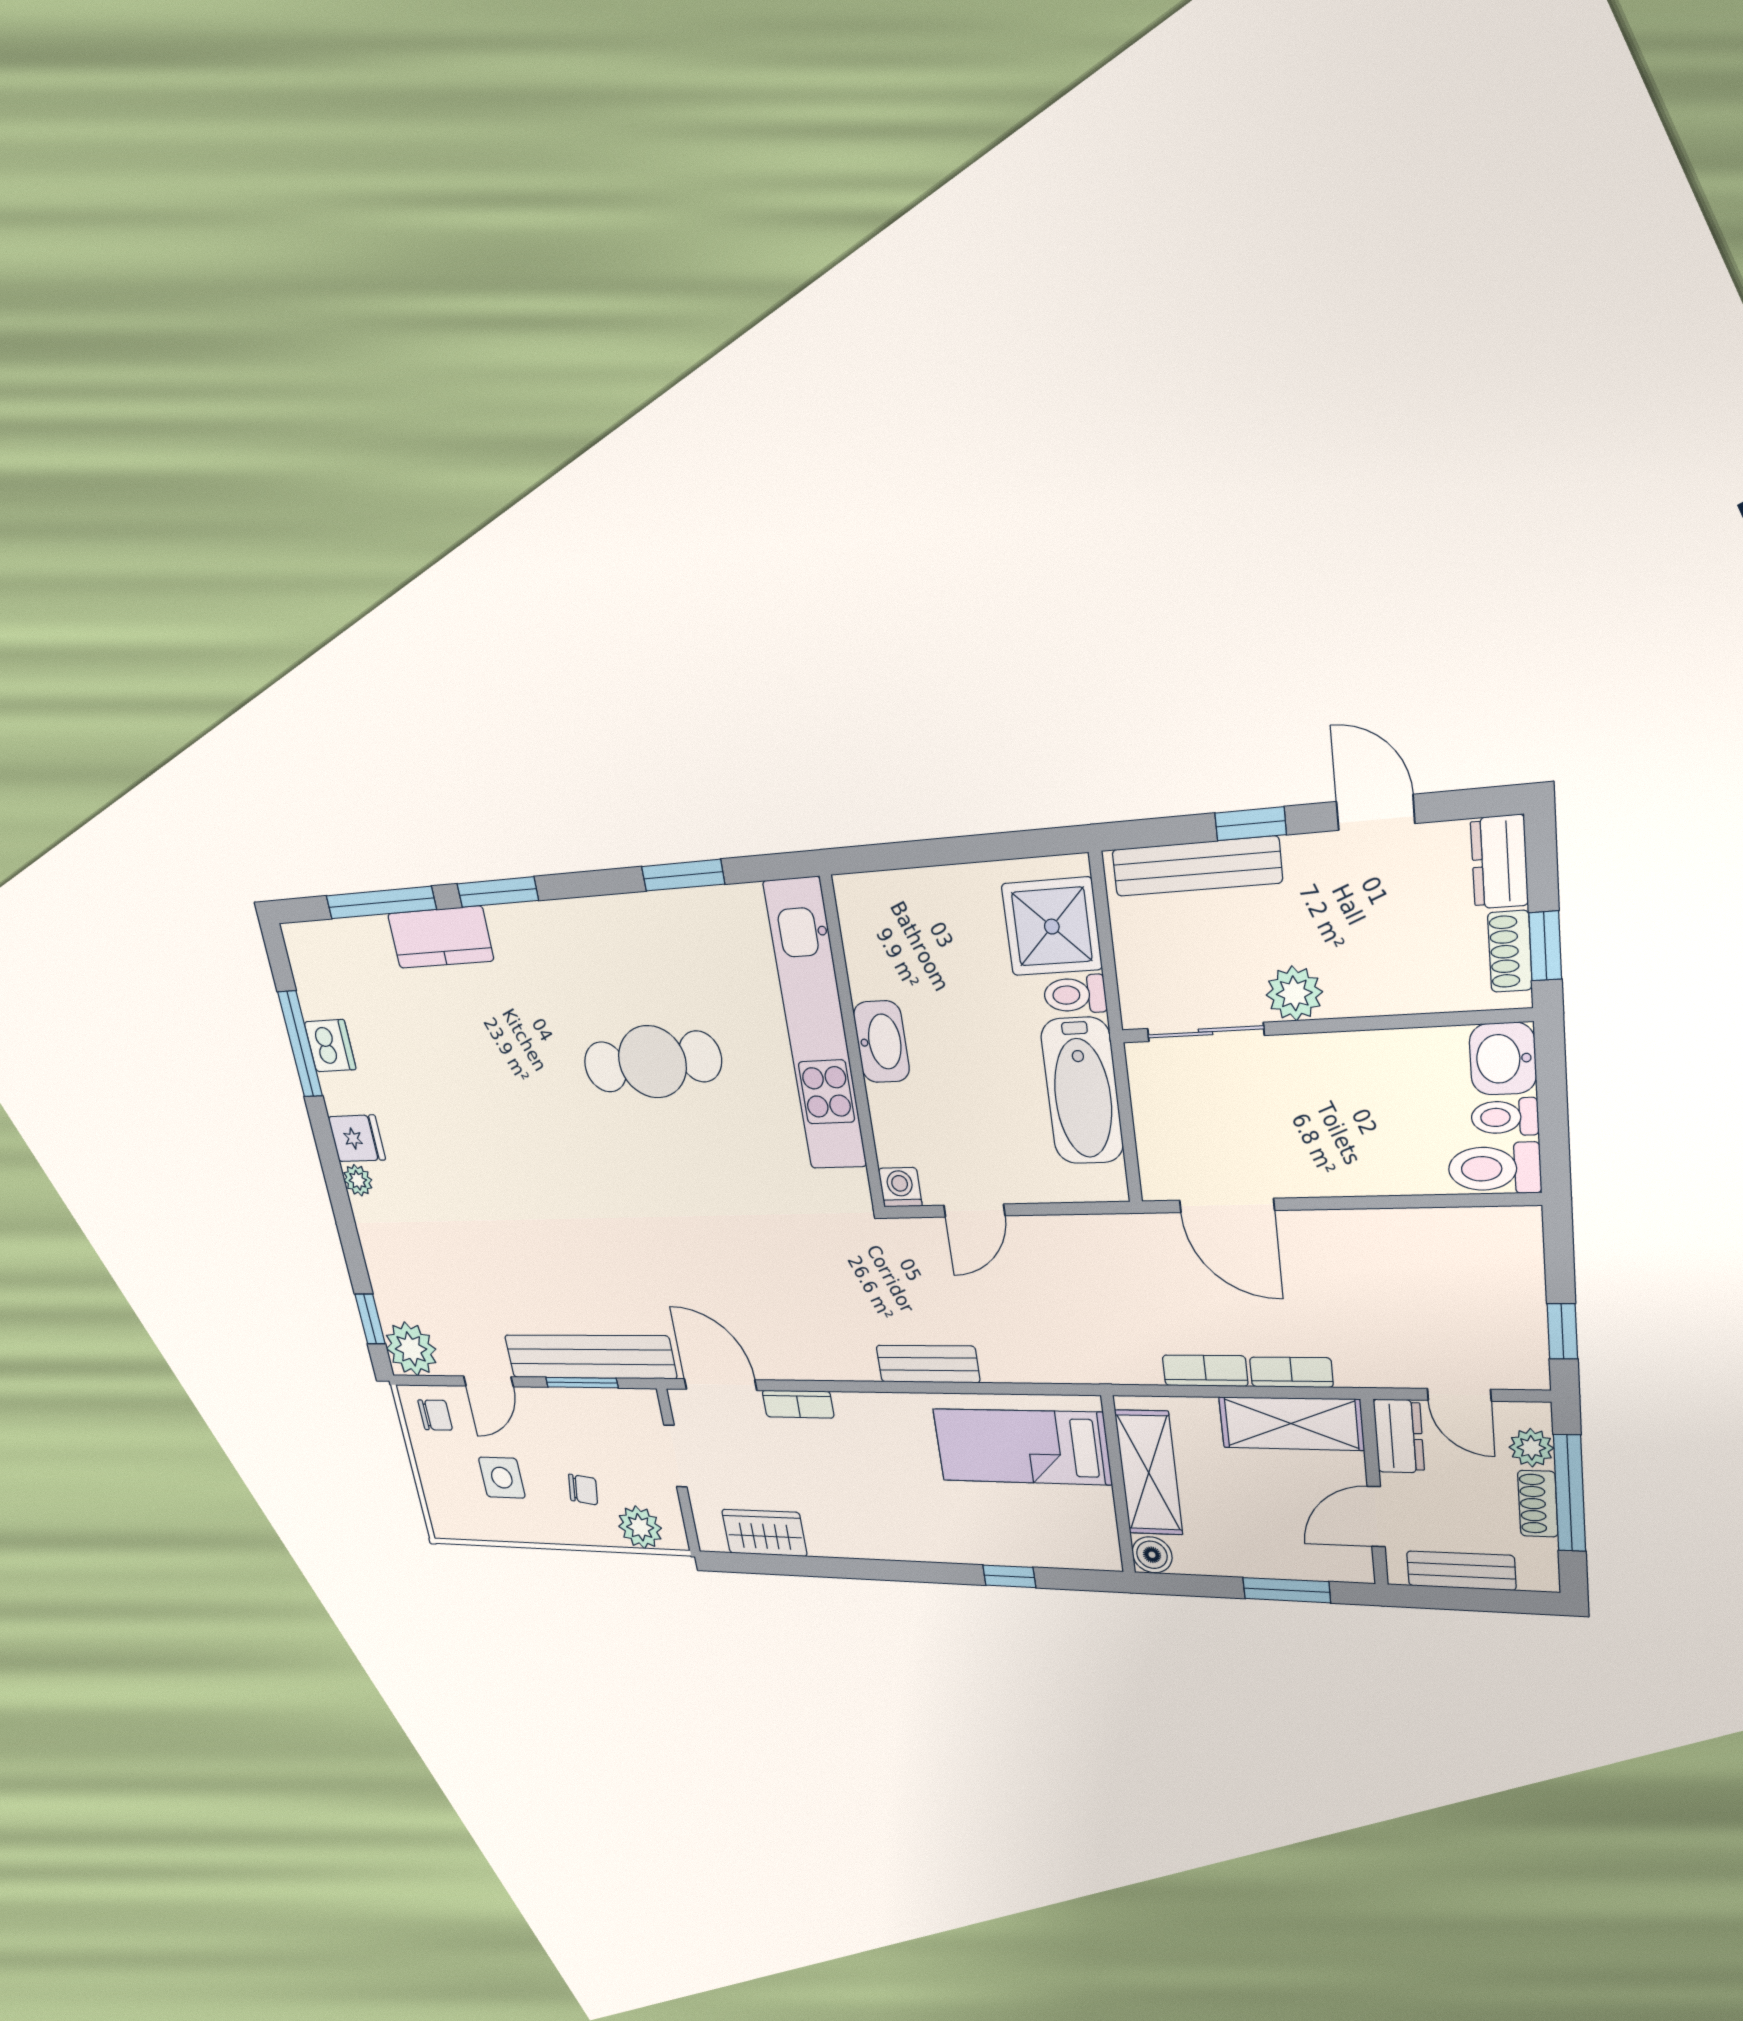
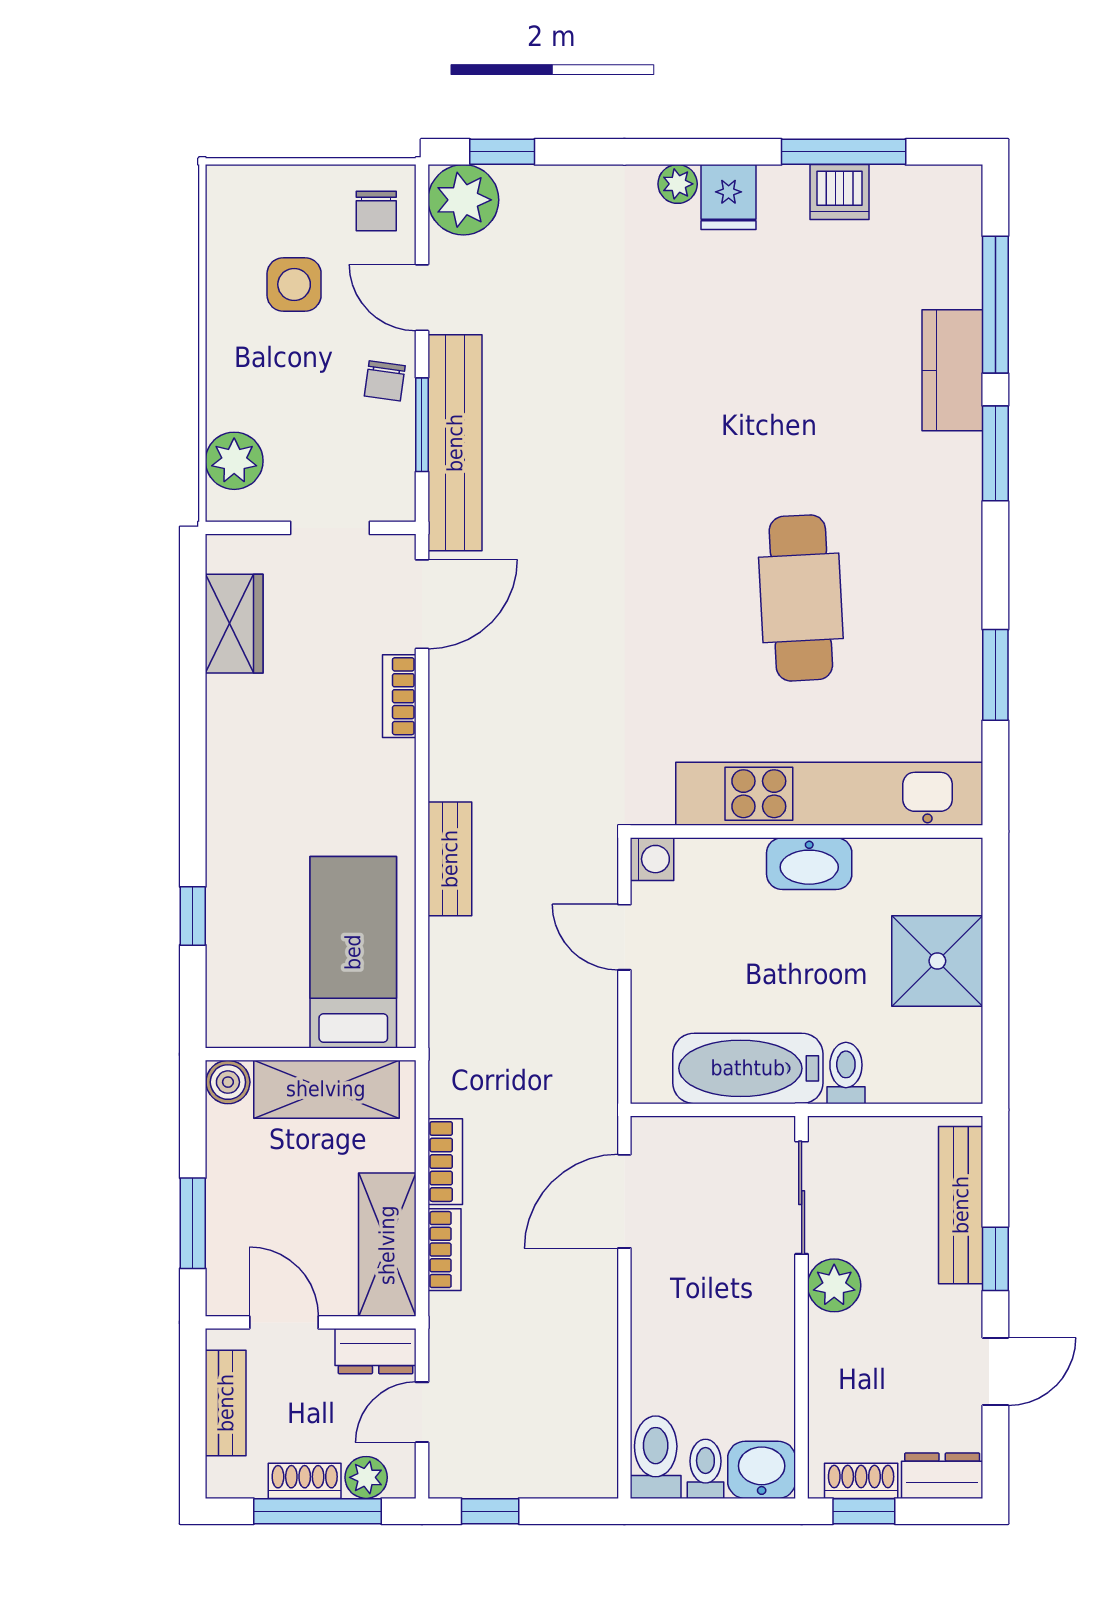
shower: (1052, 927) -> (937, 961), moved
chair: (583, 1489) -> (385, 381), moved

